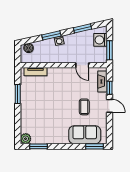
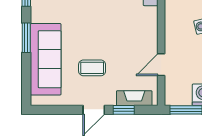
sofa: (85, 135) -> (46, 59), width x1.36
window: (95, 146) -> (26, 38), moved

